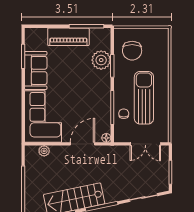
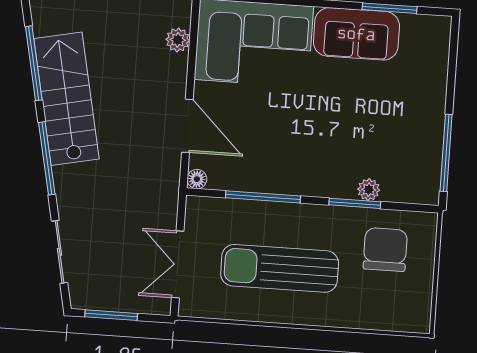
piano: (68, 37) -> (426, 111), removed
chair: (132, 51) -> (385, 249), turned 90
plant: (101, 60) -> (369, 190), width x0.53, depth x0.53
sun lounger: (144, 98) -> (280, 268), turned 180
chair: (124, 114) -> (247, 221), removed

